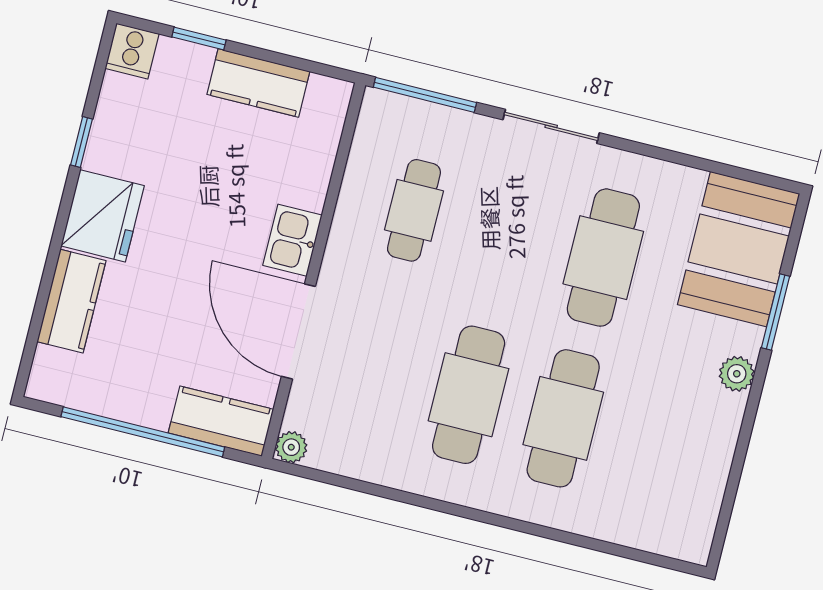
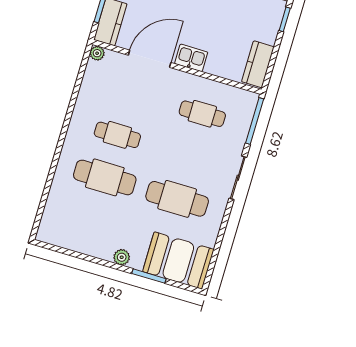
kitchen counter: (258, 83) -> (258, 64), moved
cafe table: (469, 395) -> (117, 135), width x0.73, depth x0.74

